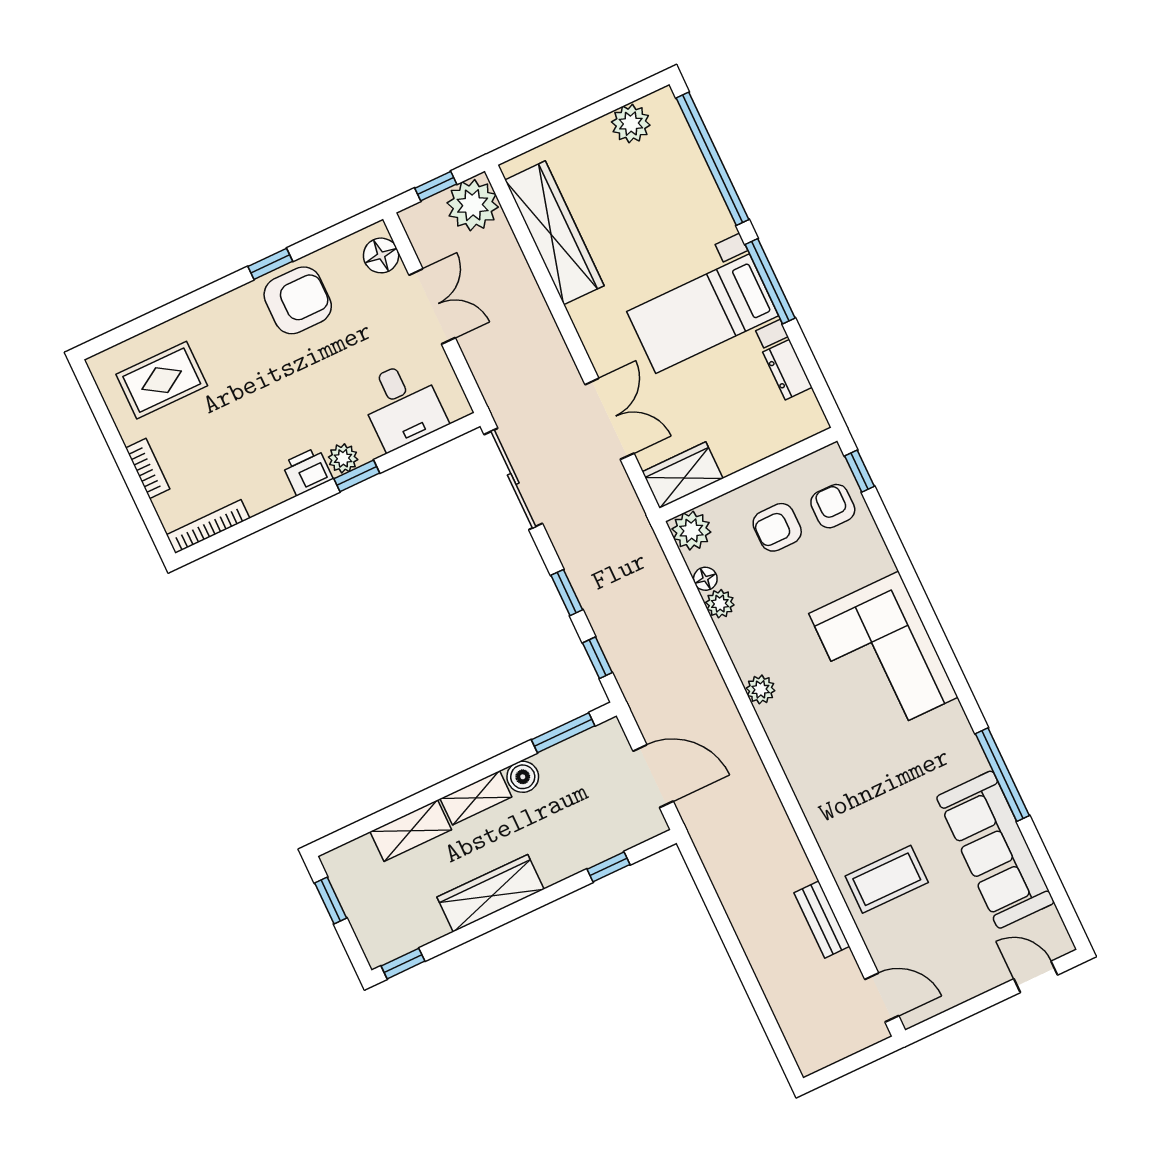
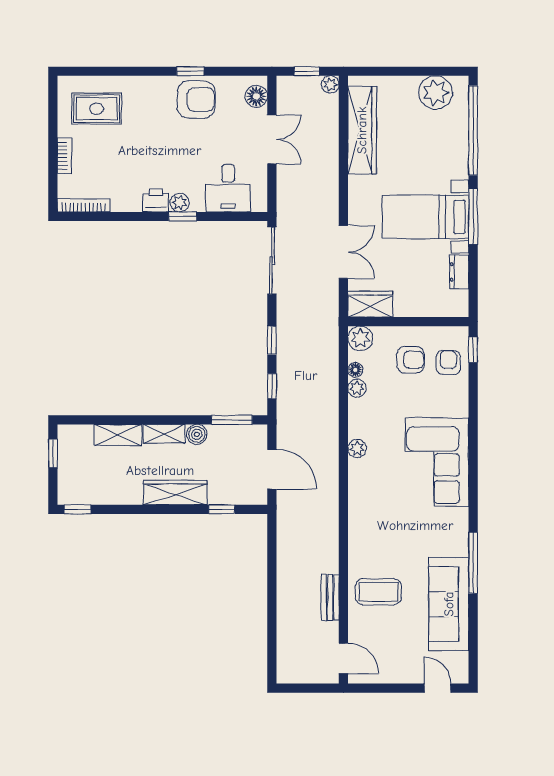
plant: (631, 124) -> (436, 93), width x1.36, depth x1.36
plant: (473, 205) -> (330, 84), width x0.53, depth x0.53
armchair: (777, 527) -> (411, 360), turned 180
wardrobe: (491, 893) -> (175, 493), moved

